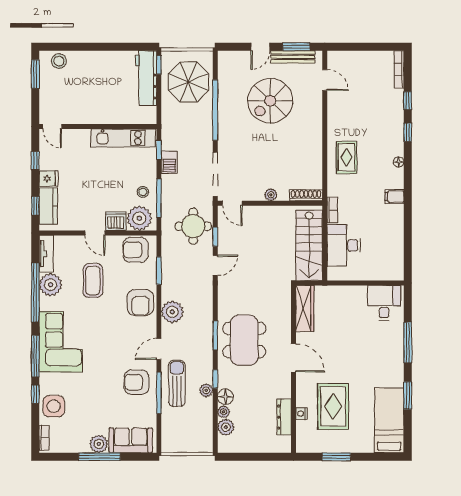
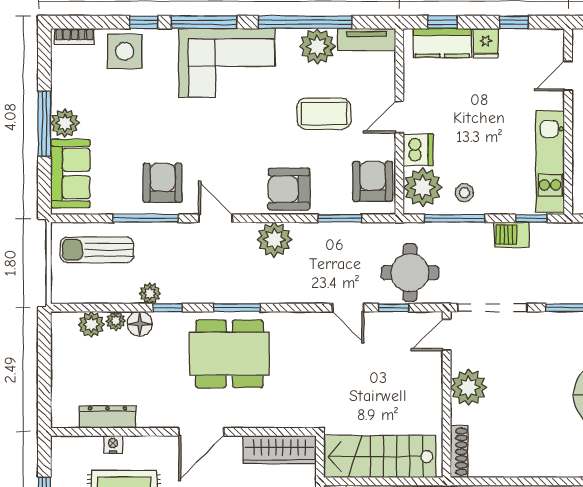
door: (52, 127) -> (568, 76), moved
plant: (271, 195) -> (468, 387), width x1.87, depth x1.87
sun lounger: (177, 383) -> (97, 250), moved, turned 180

